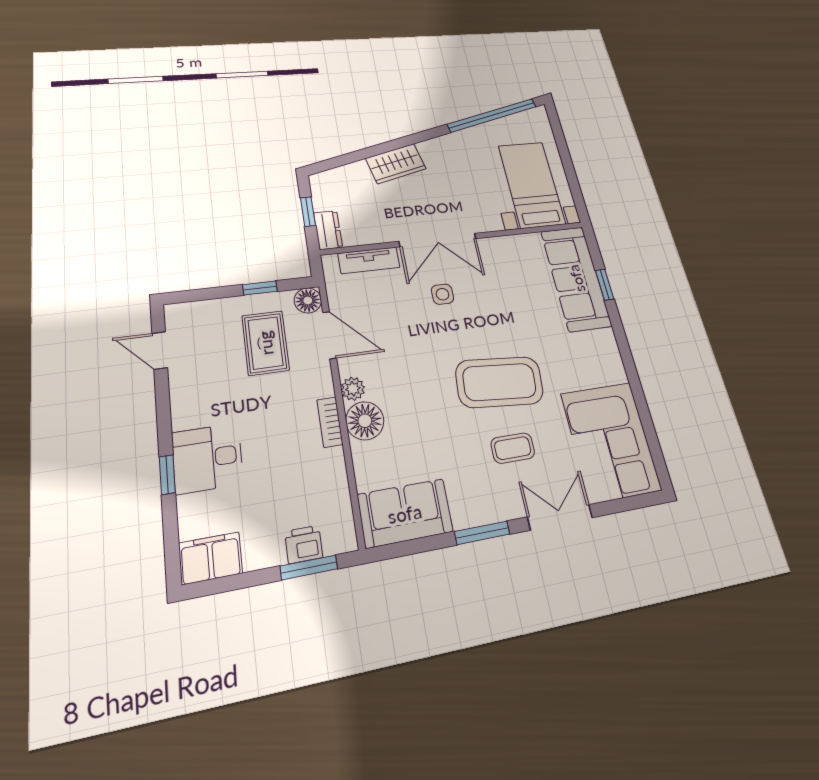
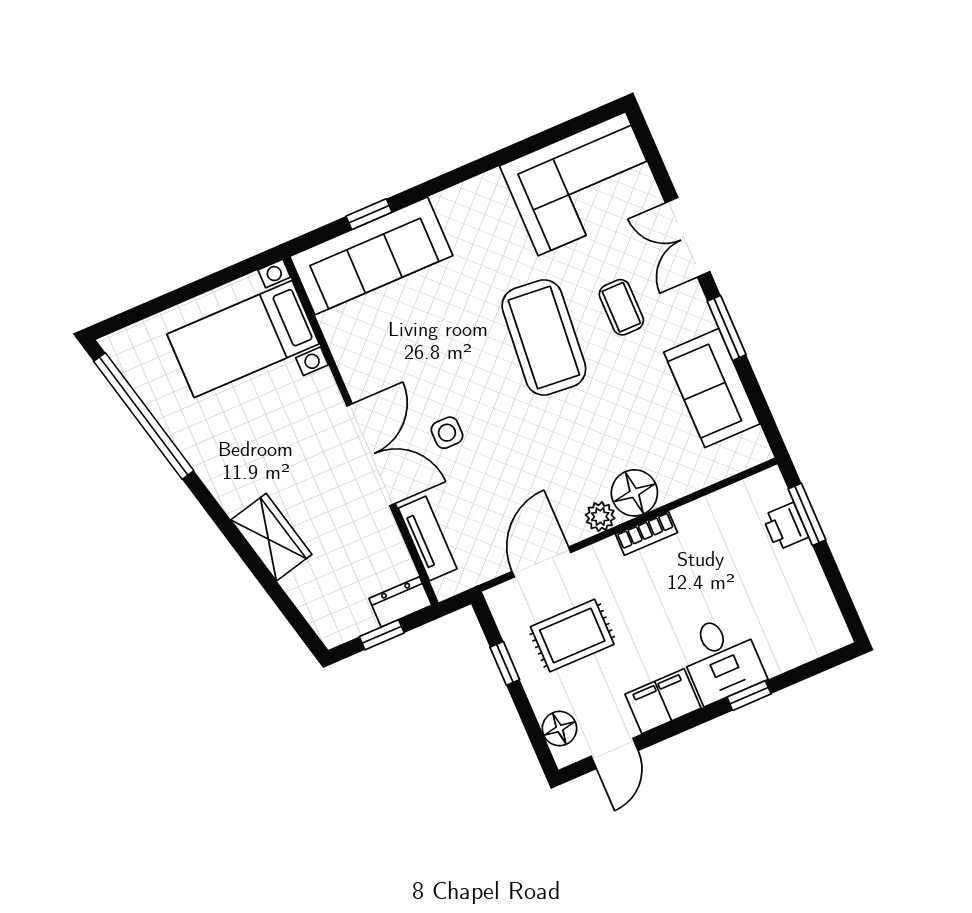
floor lamp: (308, 300) -> (559, 729), moved
sofa: (405, 513) -> (712, 388), moved
filing cabinet: (211, 558) -> (663, 701), moved, turned 90

